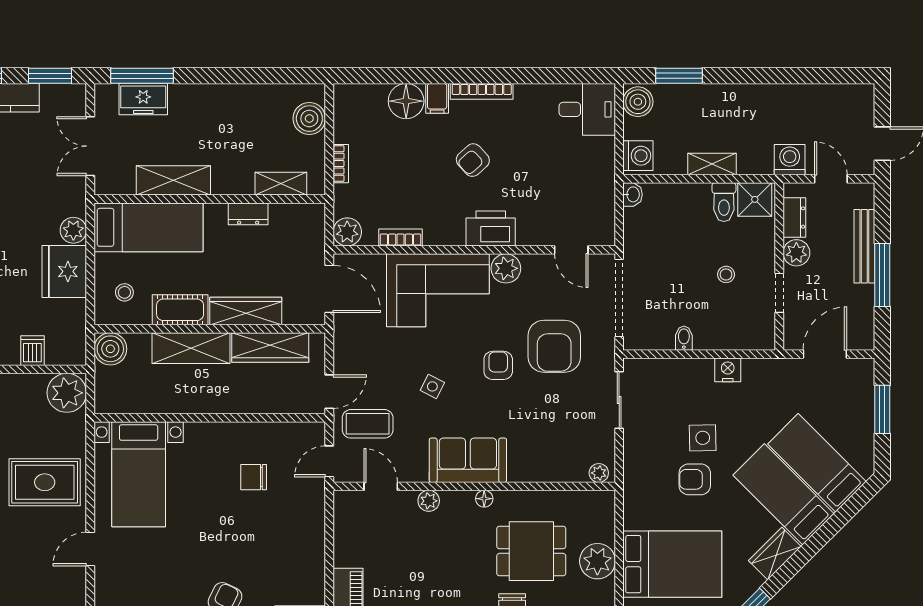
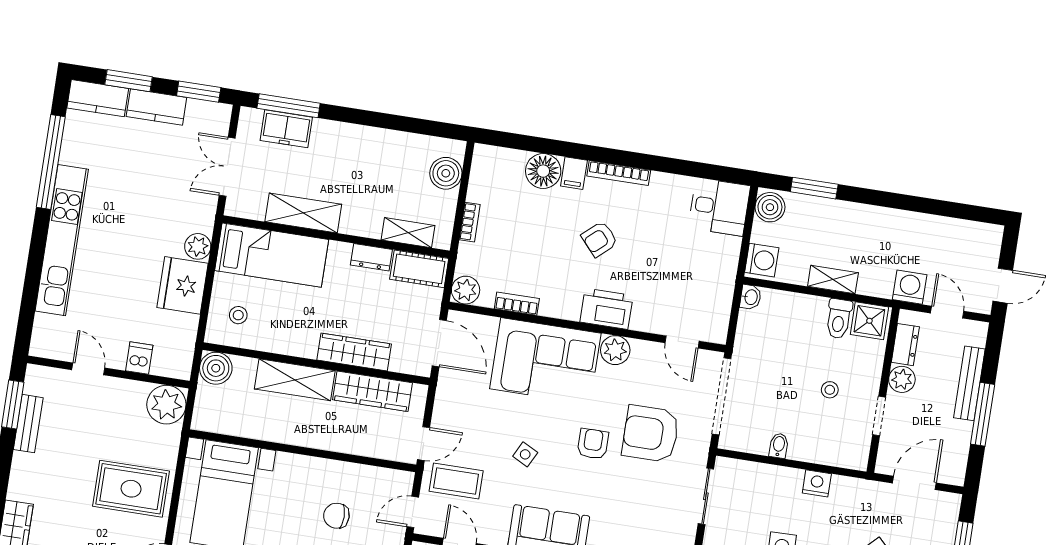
cot: (180, 310) -> (419, 269), moved
armchair: (554, 346) -> (651, 434), turned 90

